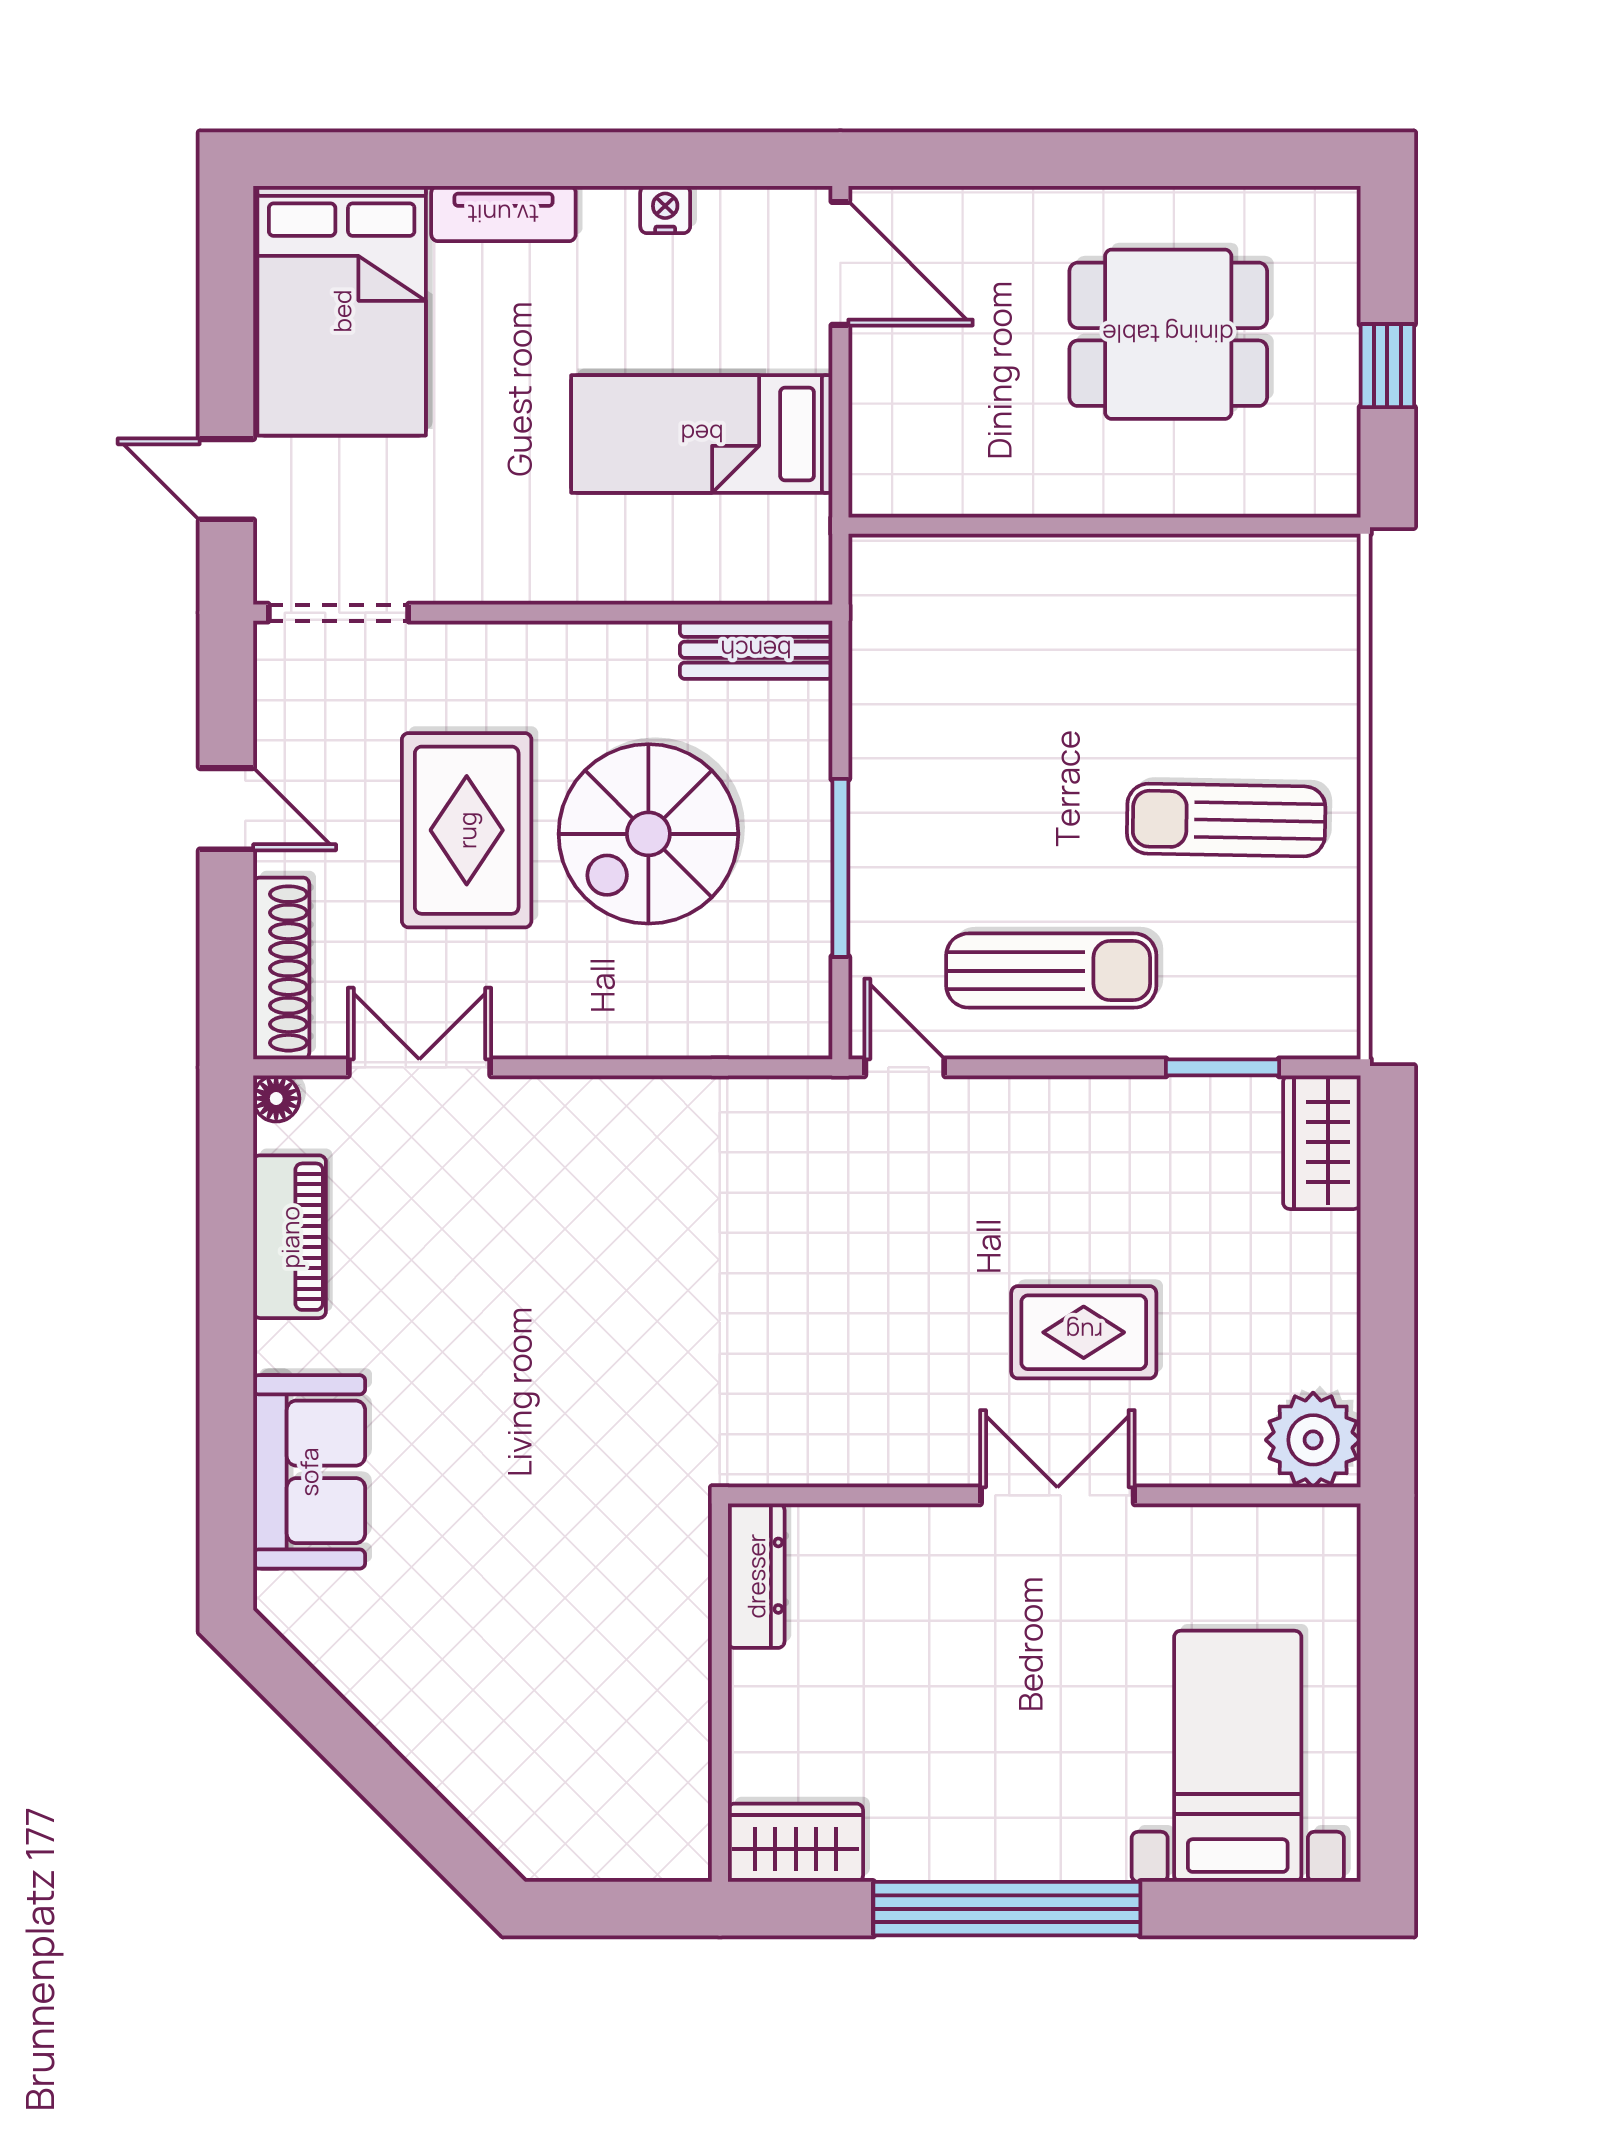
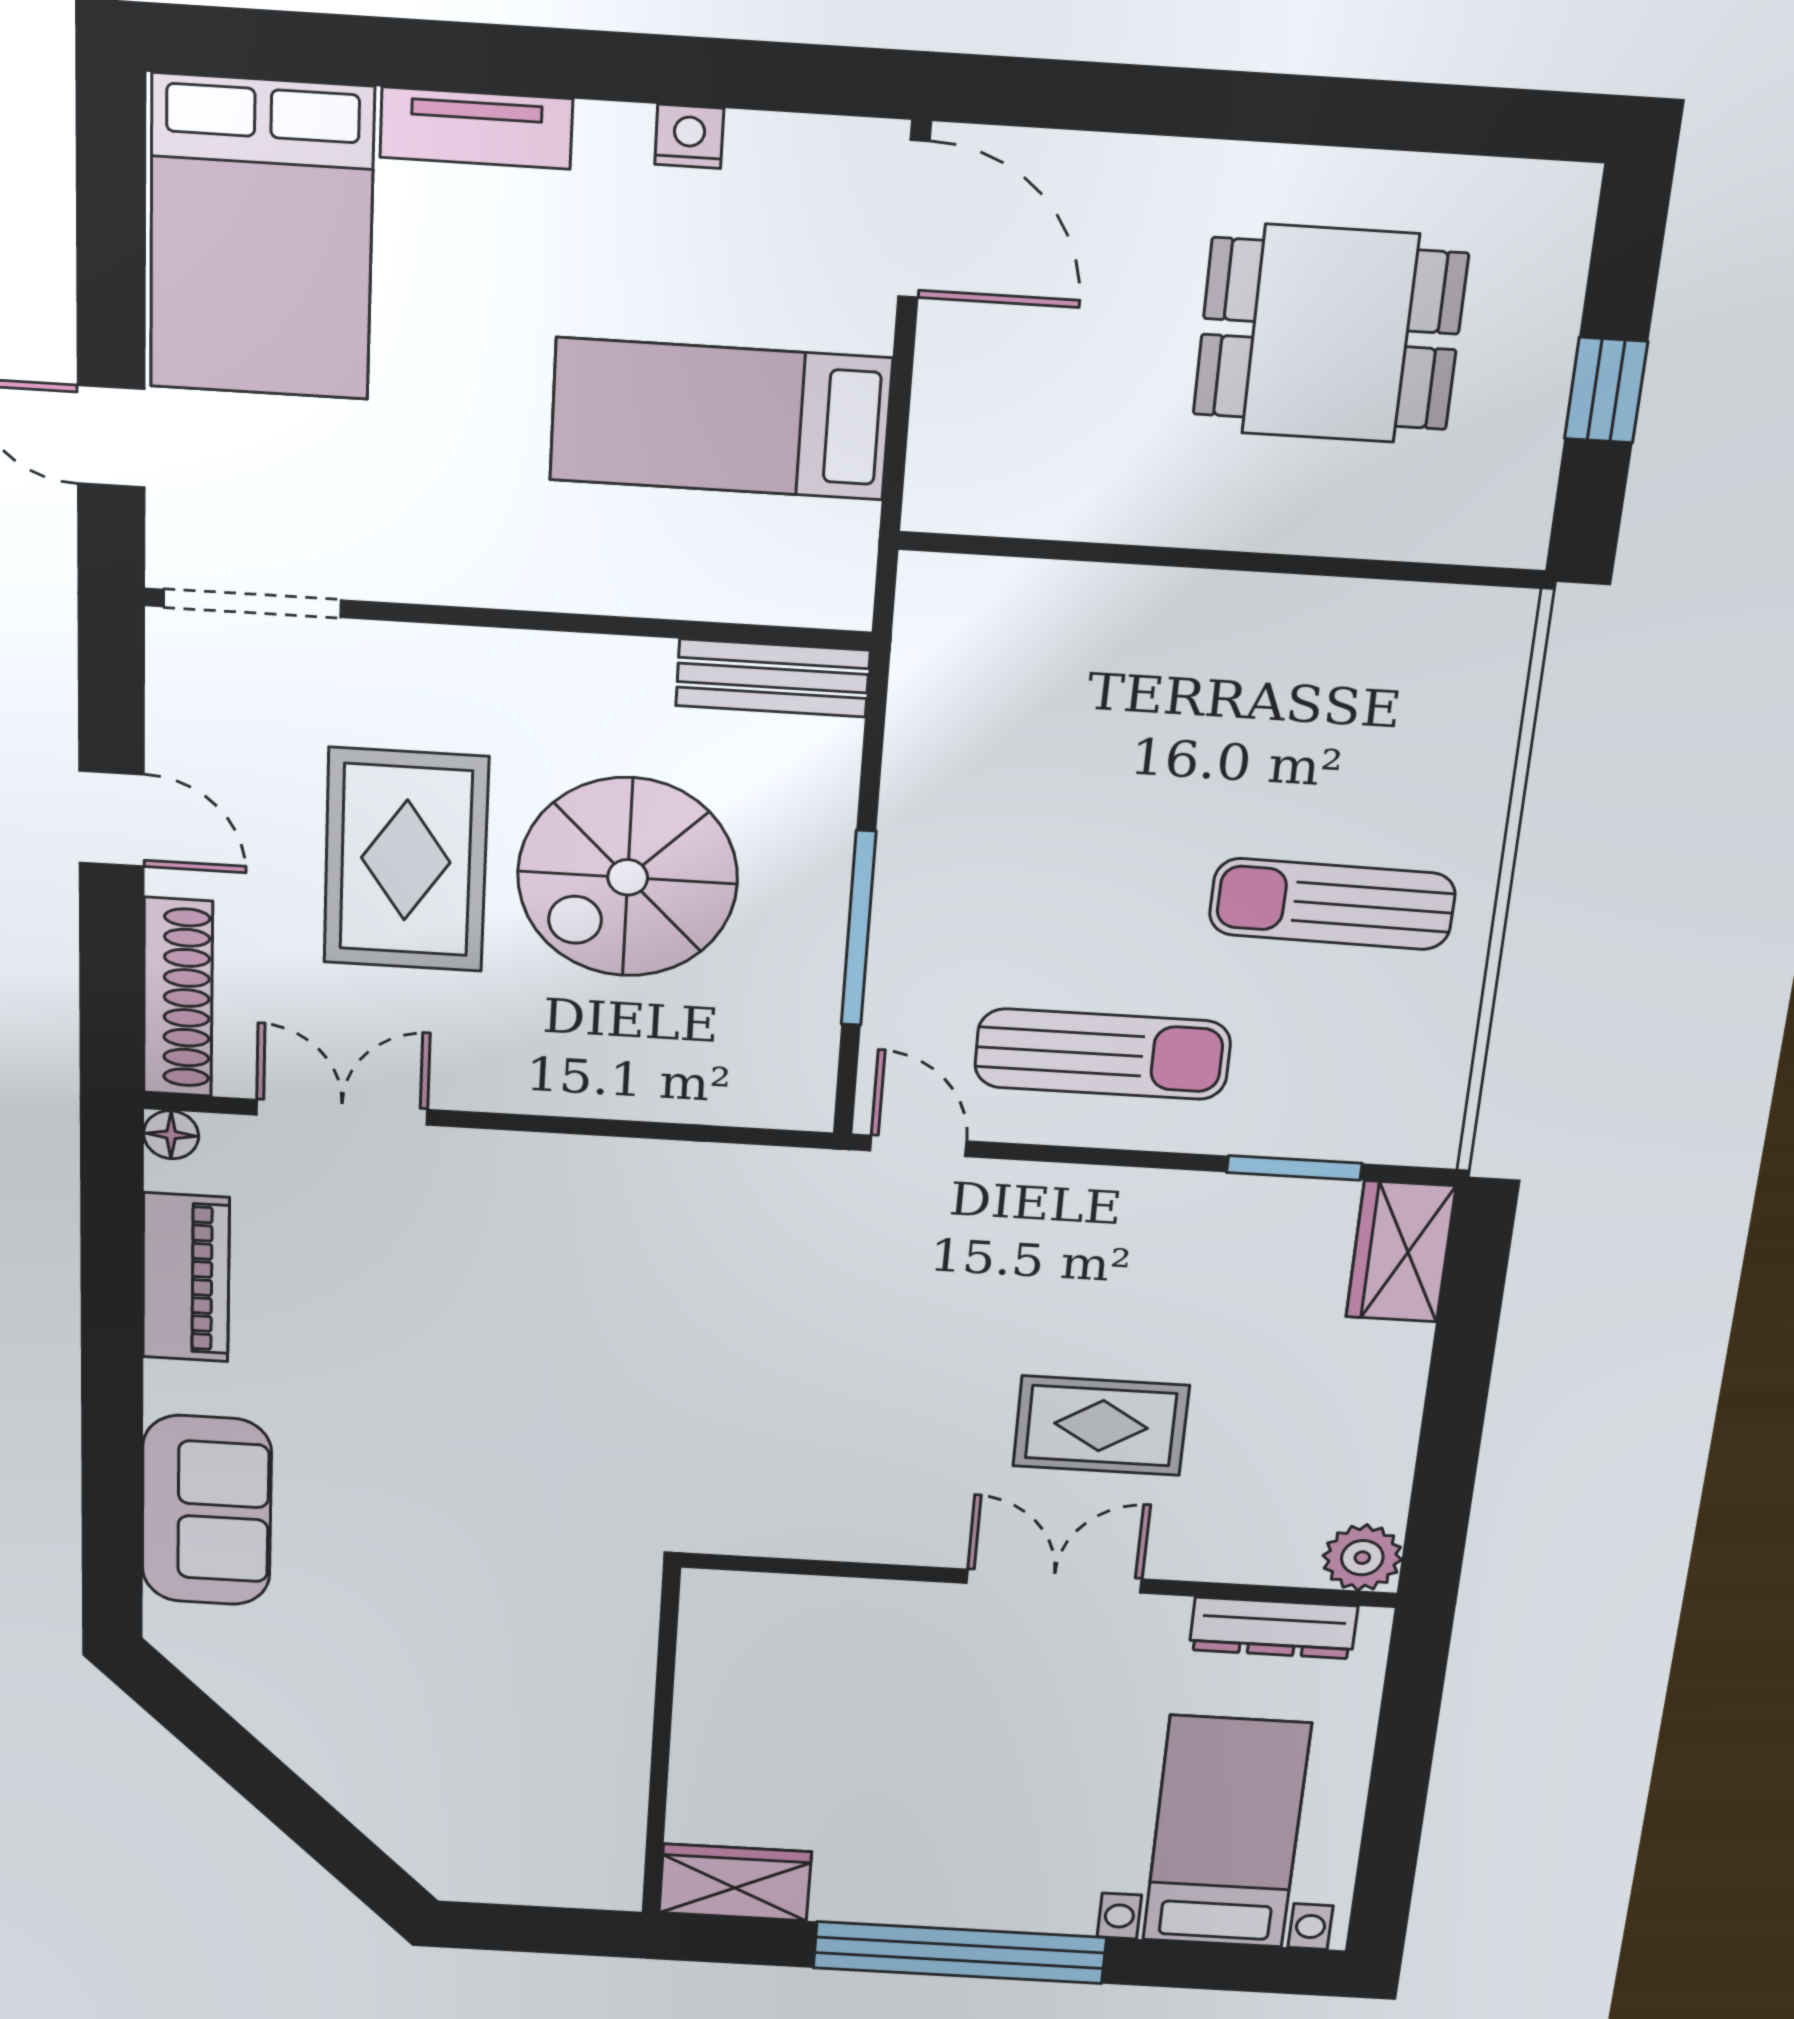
plant: (1313, 1440) -> (1362, 1558), width x0.73, depth x0.73
dresser: (756, 1576) -> (1273, 1628), moved, turned 90

